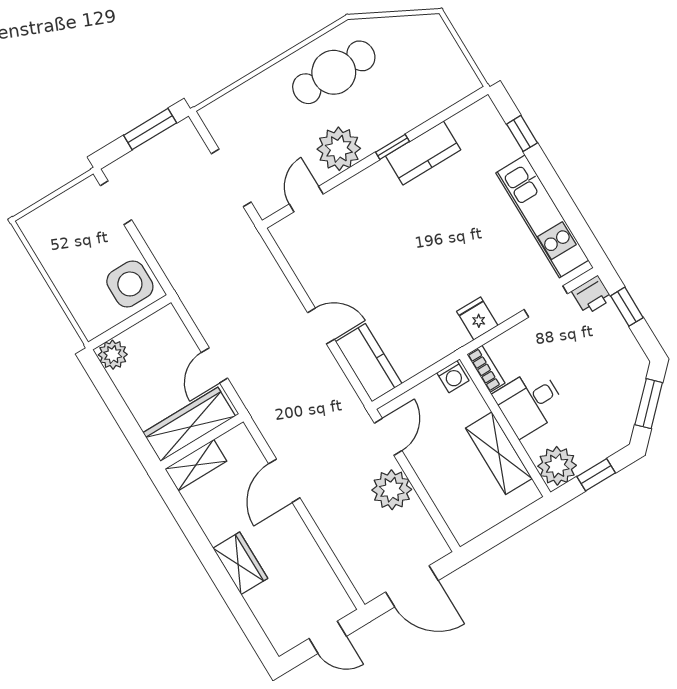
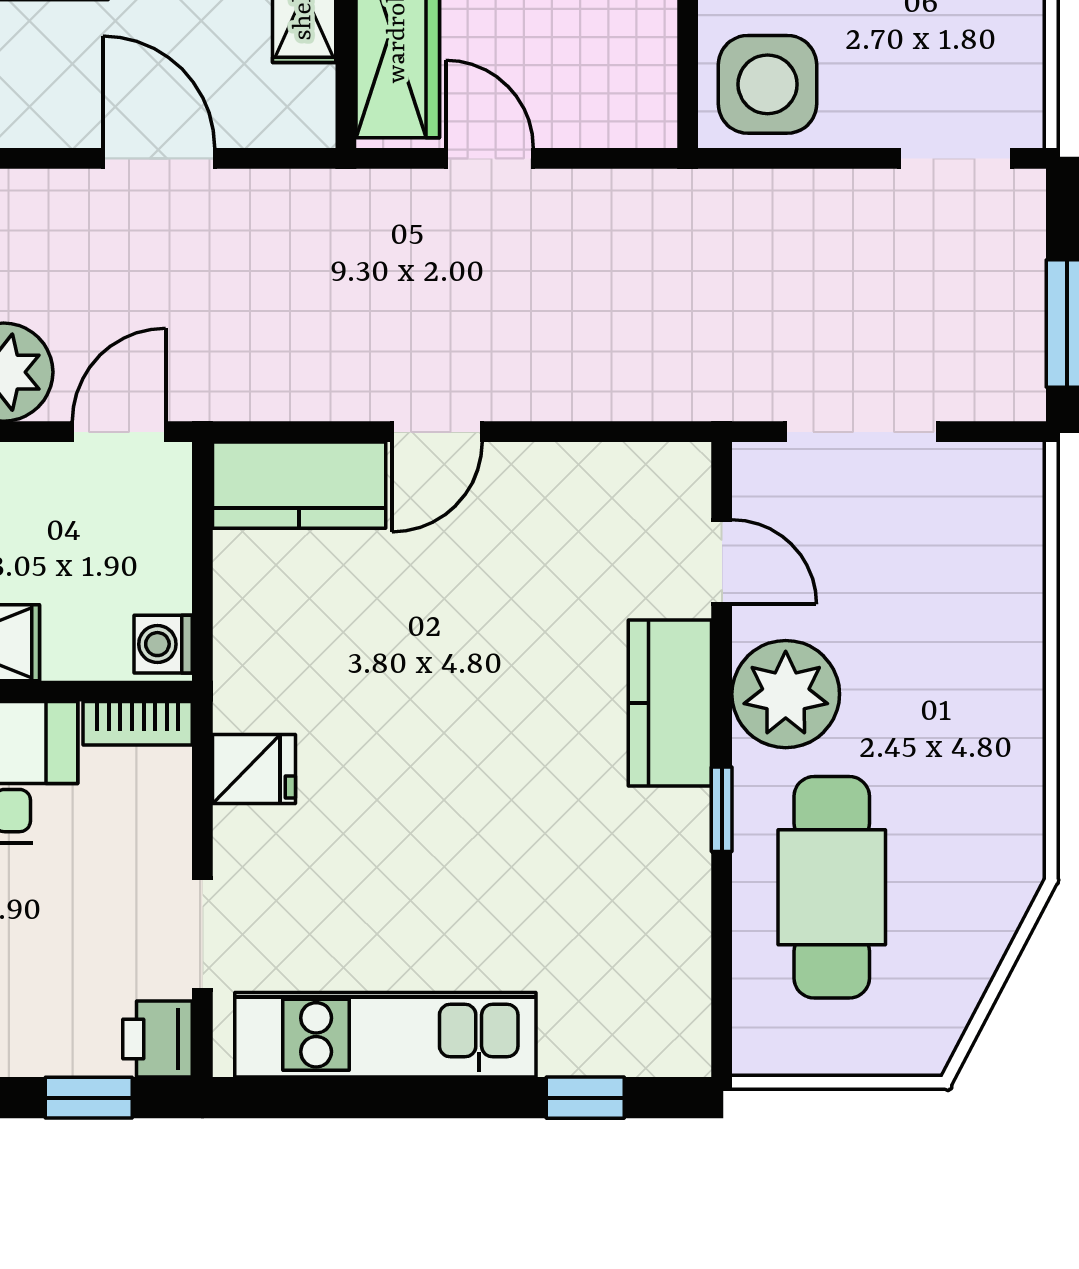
cafe table: (334, 72) -> (832, 887), moved
kitchen counter: (423, 153) -> (670, 703), moved
door: (388, 437) -> (119, 432), swing flipped

